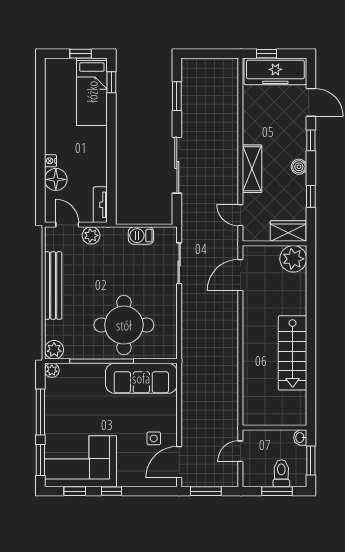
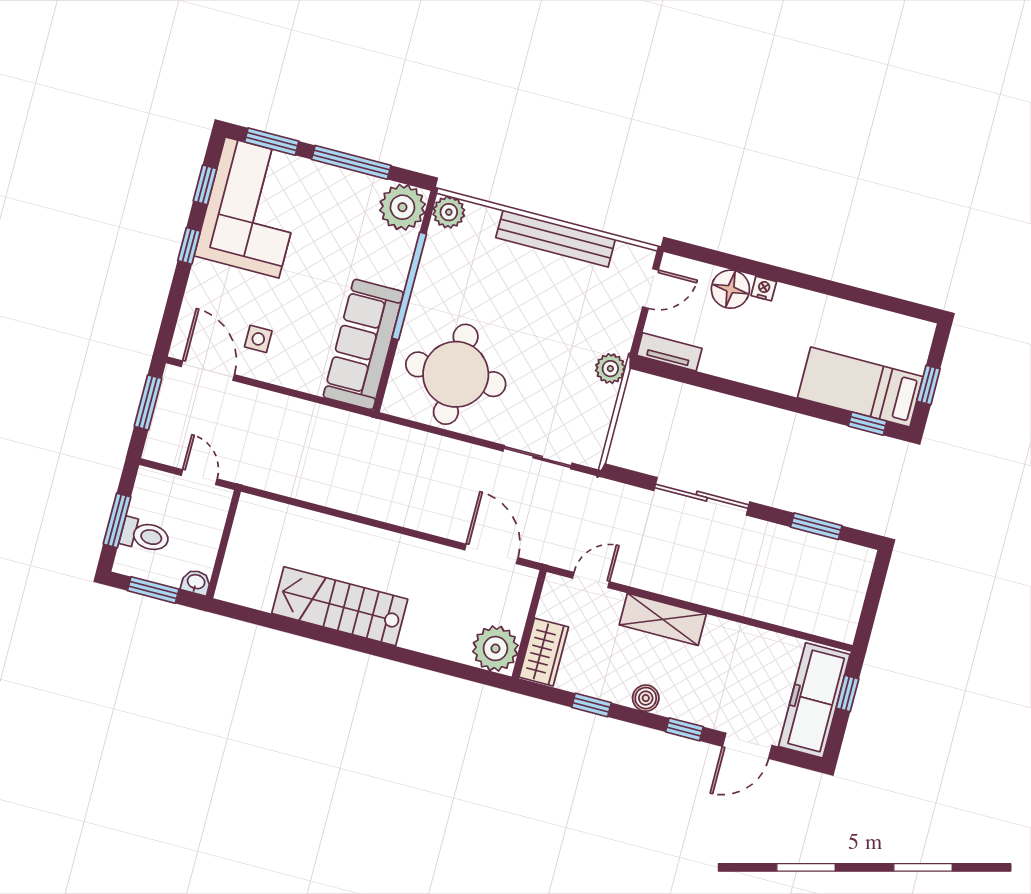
plant: (91, 235) -> (610, 369), moved
barbecue: (141, 236) -> (600, 406), removed
round table: (124, 325) -> (456, 374), moved
plant: (52, 370) -> (402, 207), width x1.87, depth x1.87

